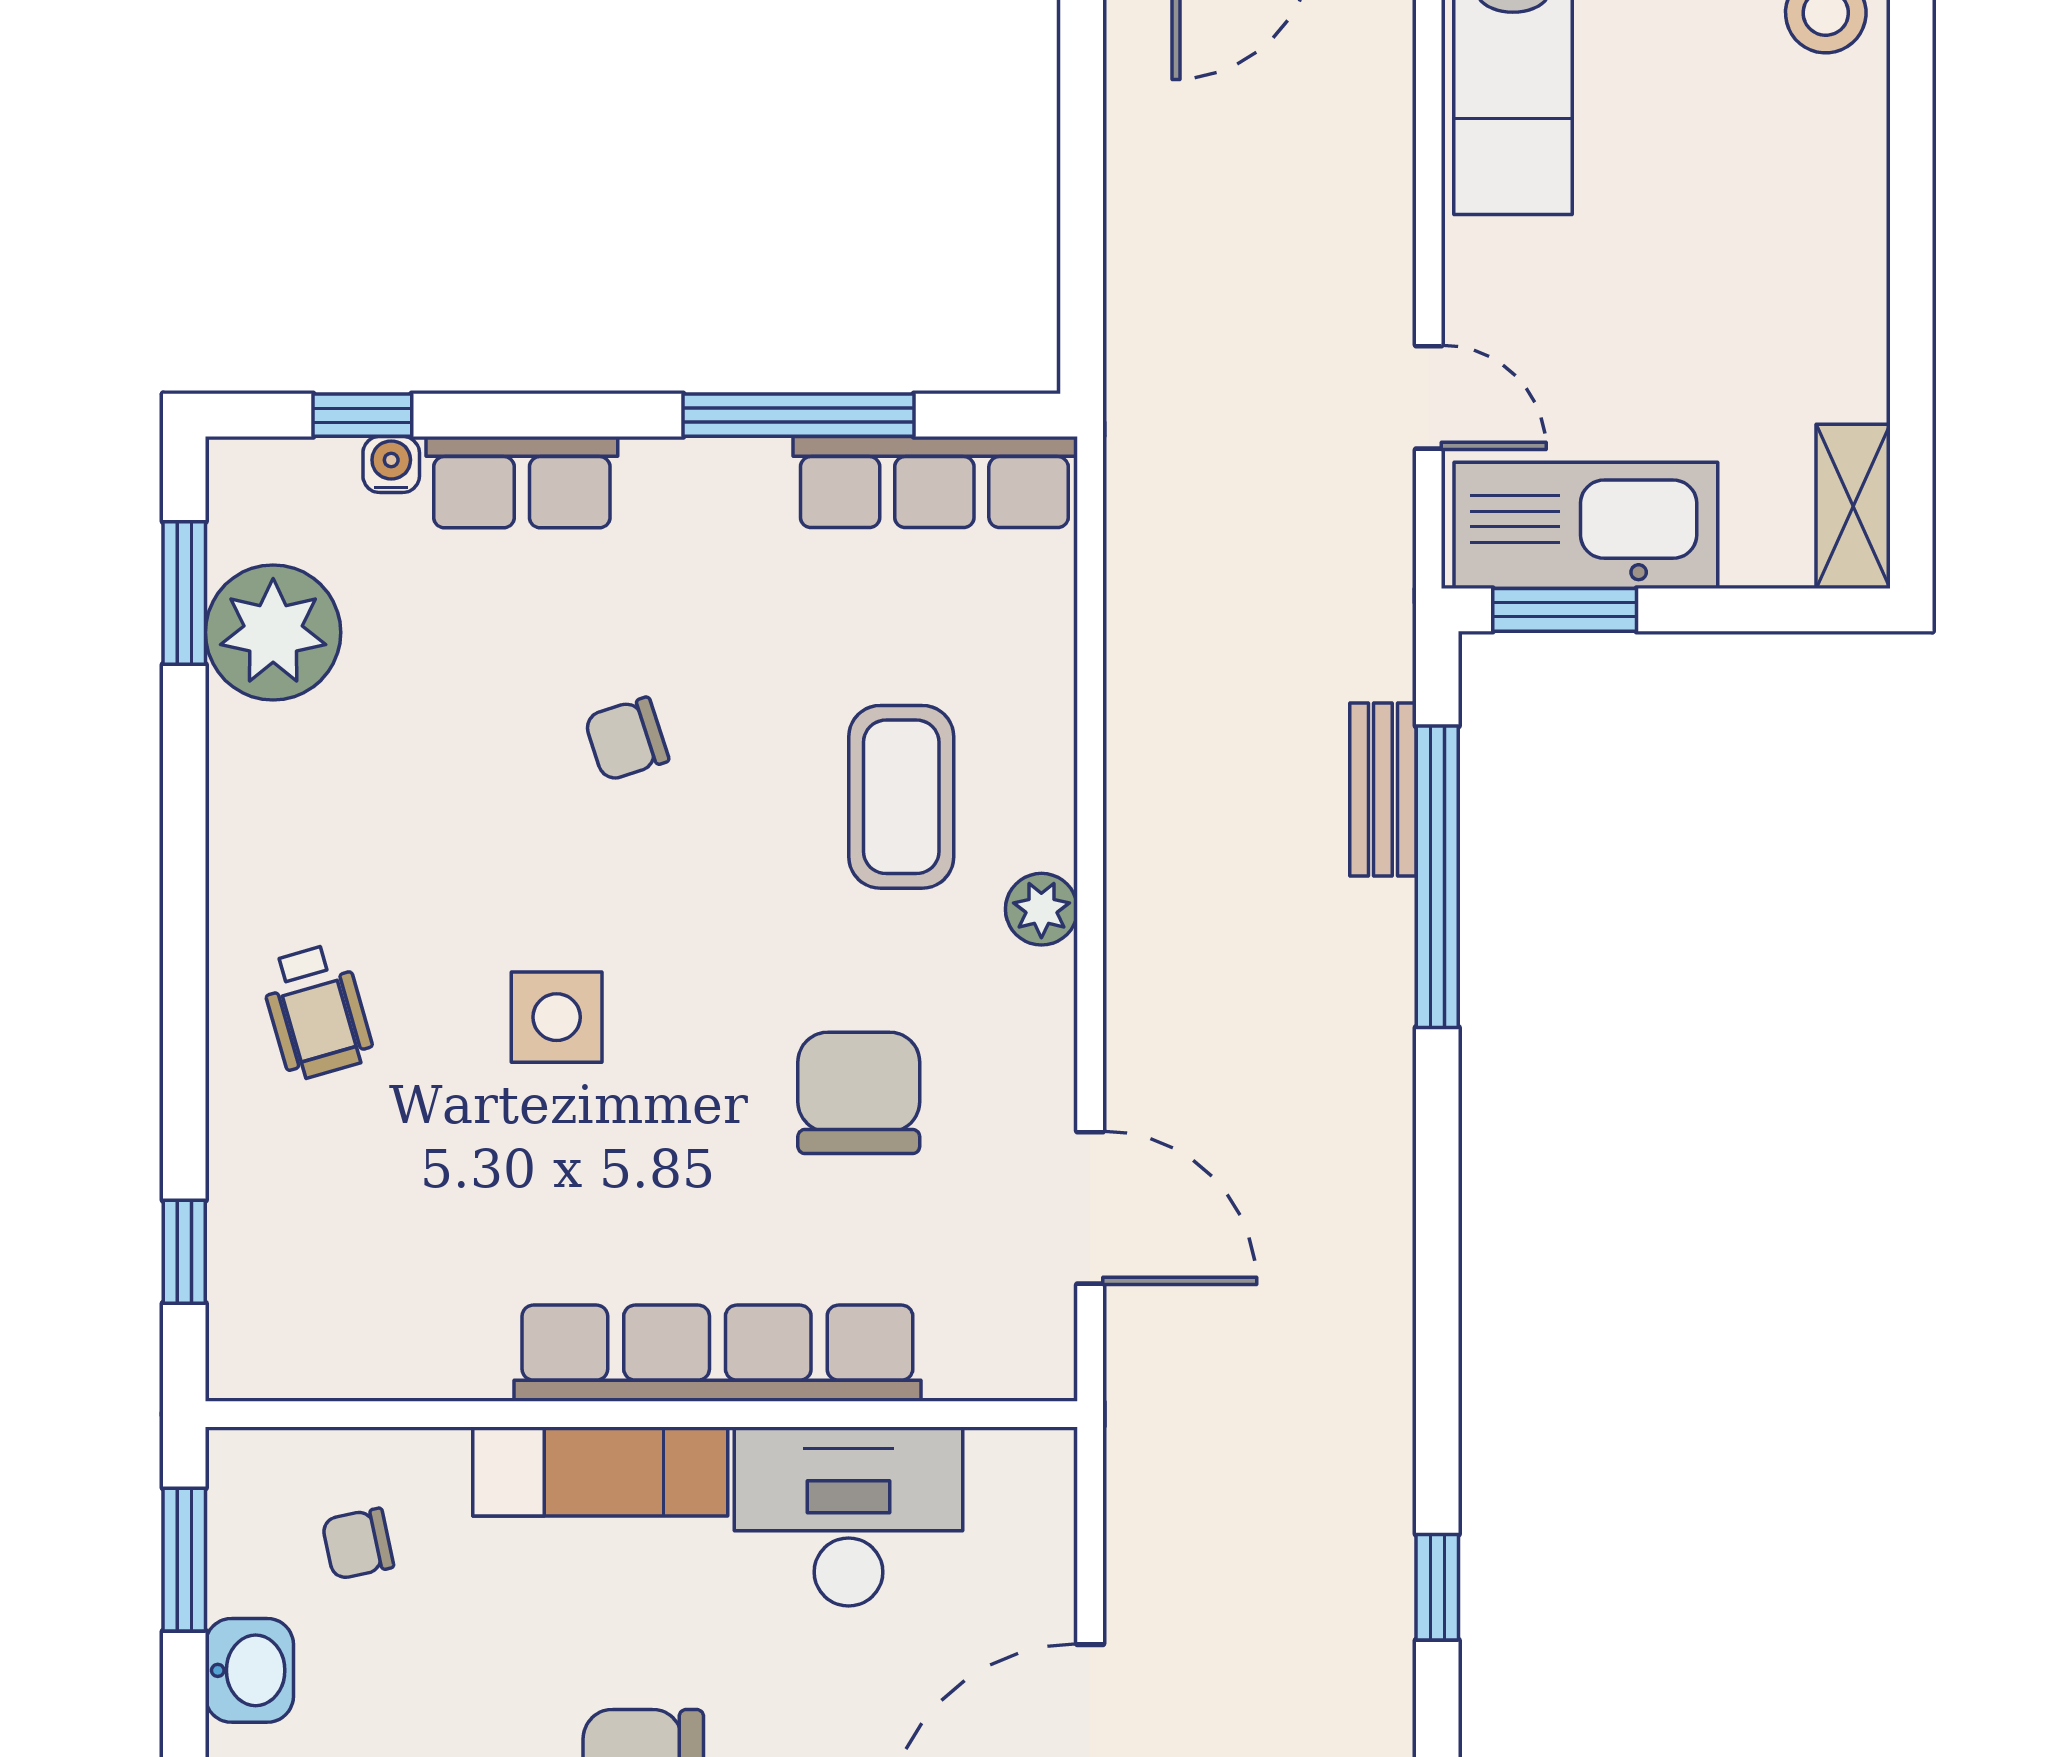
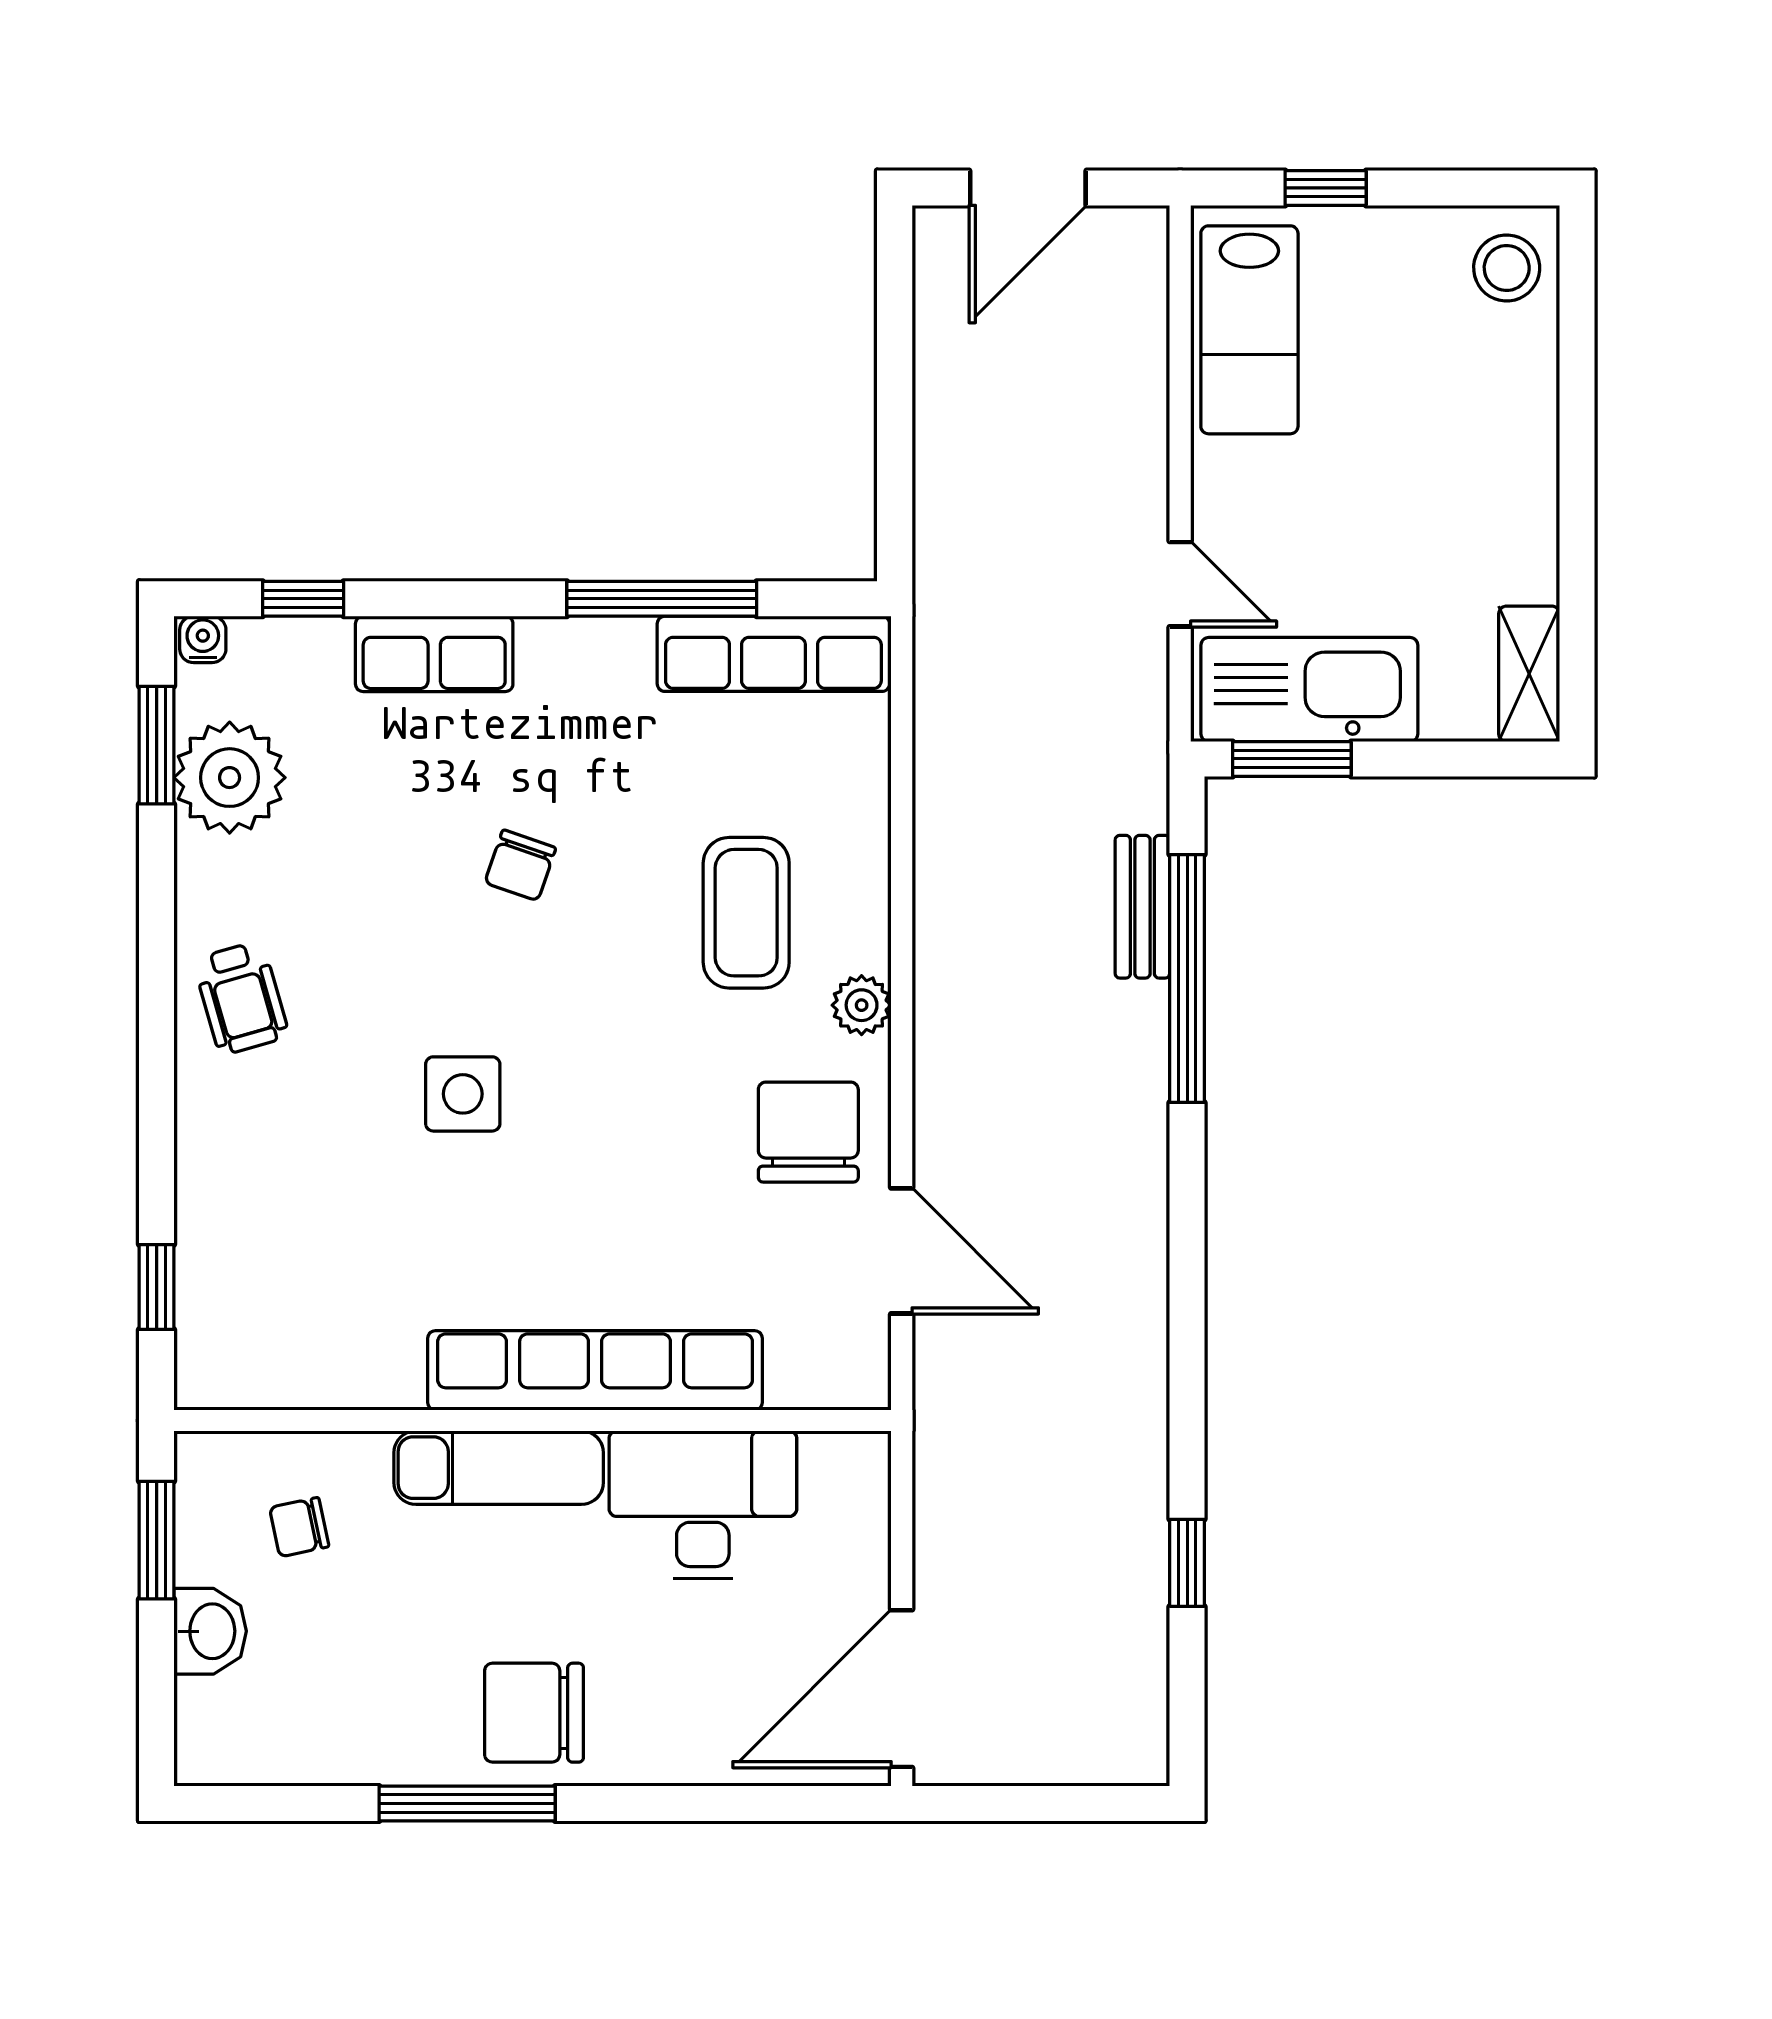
water cooler: (391, 464) -> (203, 639), moved
chair: (627, 739) -> (520, 865), turned -53
wheelchair: (317, 1012) -> (241, 998), moved
chair: (859, 1093) -> (808, 1132), moved

